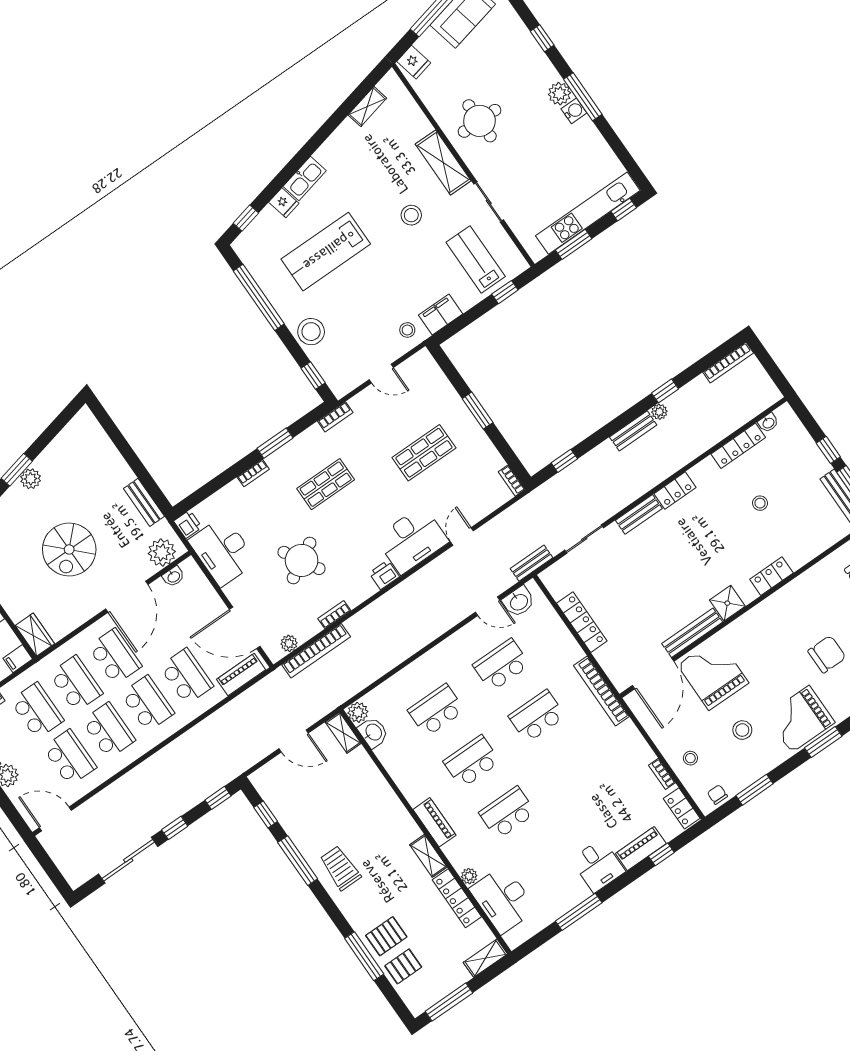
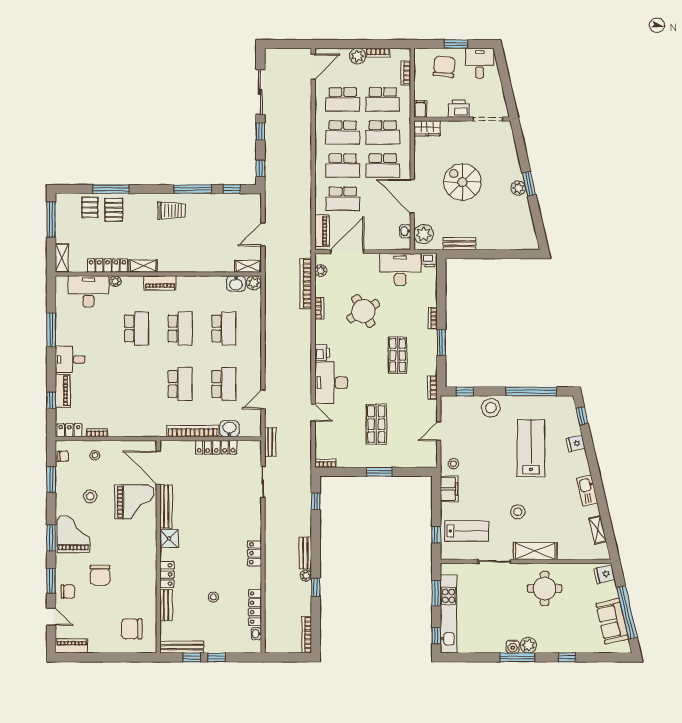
kitchen sink: (305, 179) -> (587, 491), moved
bench: (639, 514) -> (166, 605), moved
washbasin: (519, 602) -> (229, 429), moved, turned 90
bookcase: (601, 691) -> (193, 431), moved

